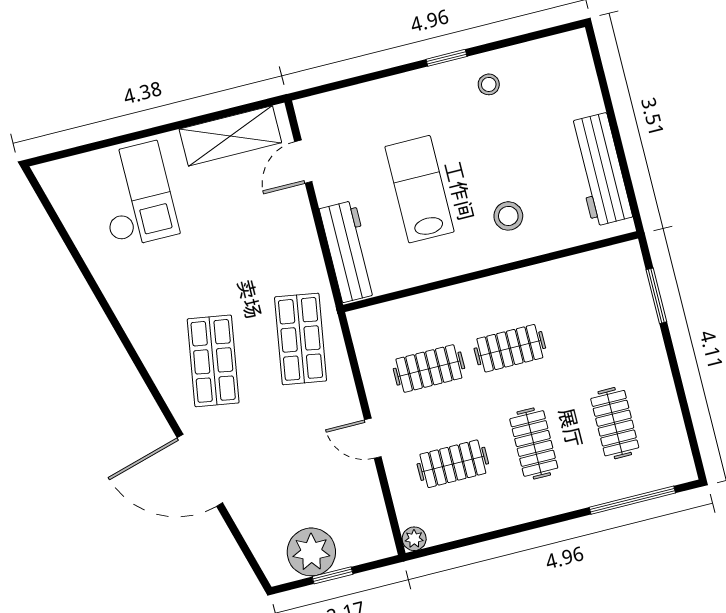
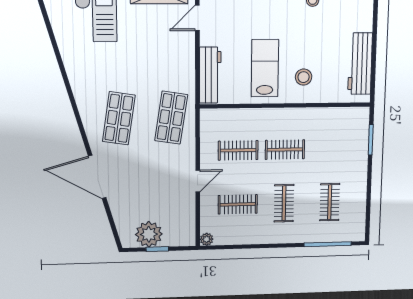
lab bench: (419, 189) -> (265, 68), moved
door: (373, 438) -> (198, 181), swing flipped

